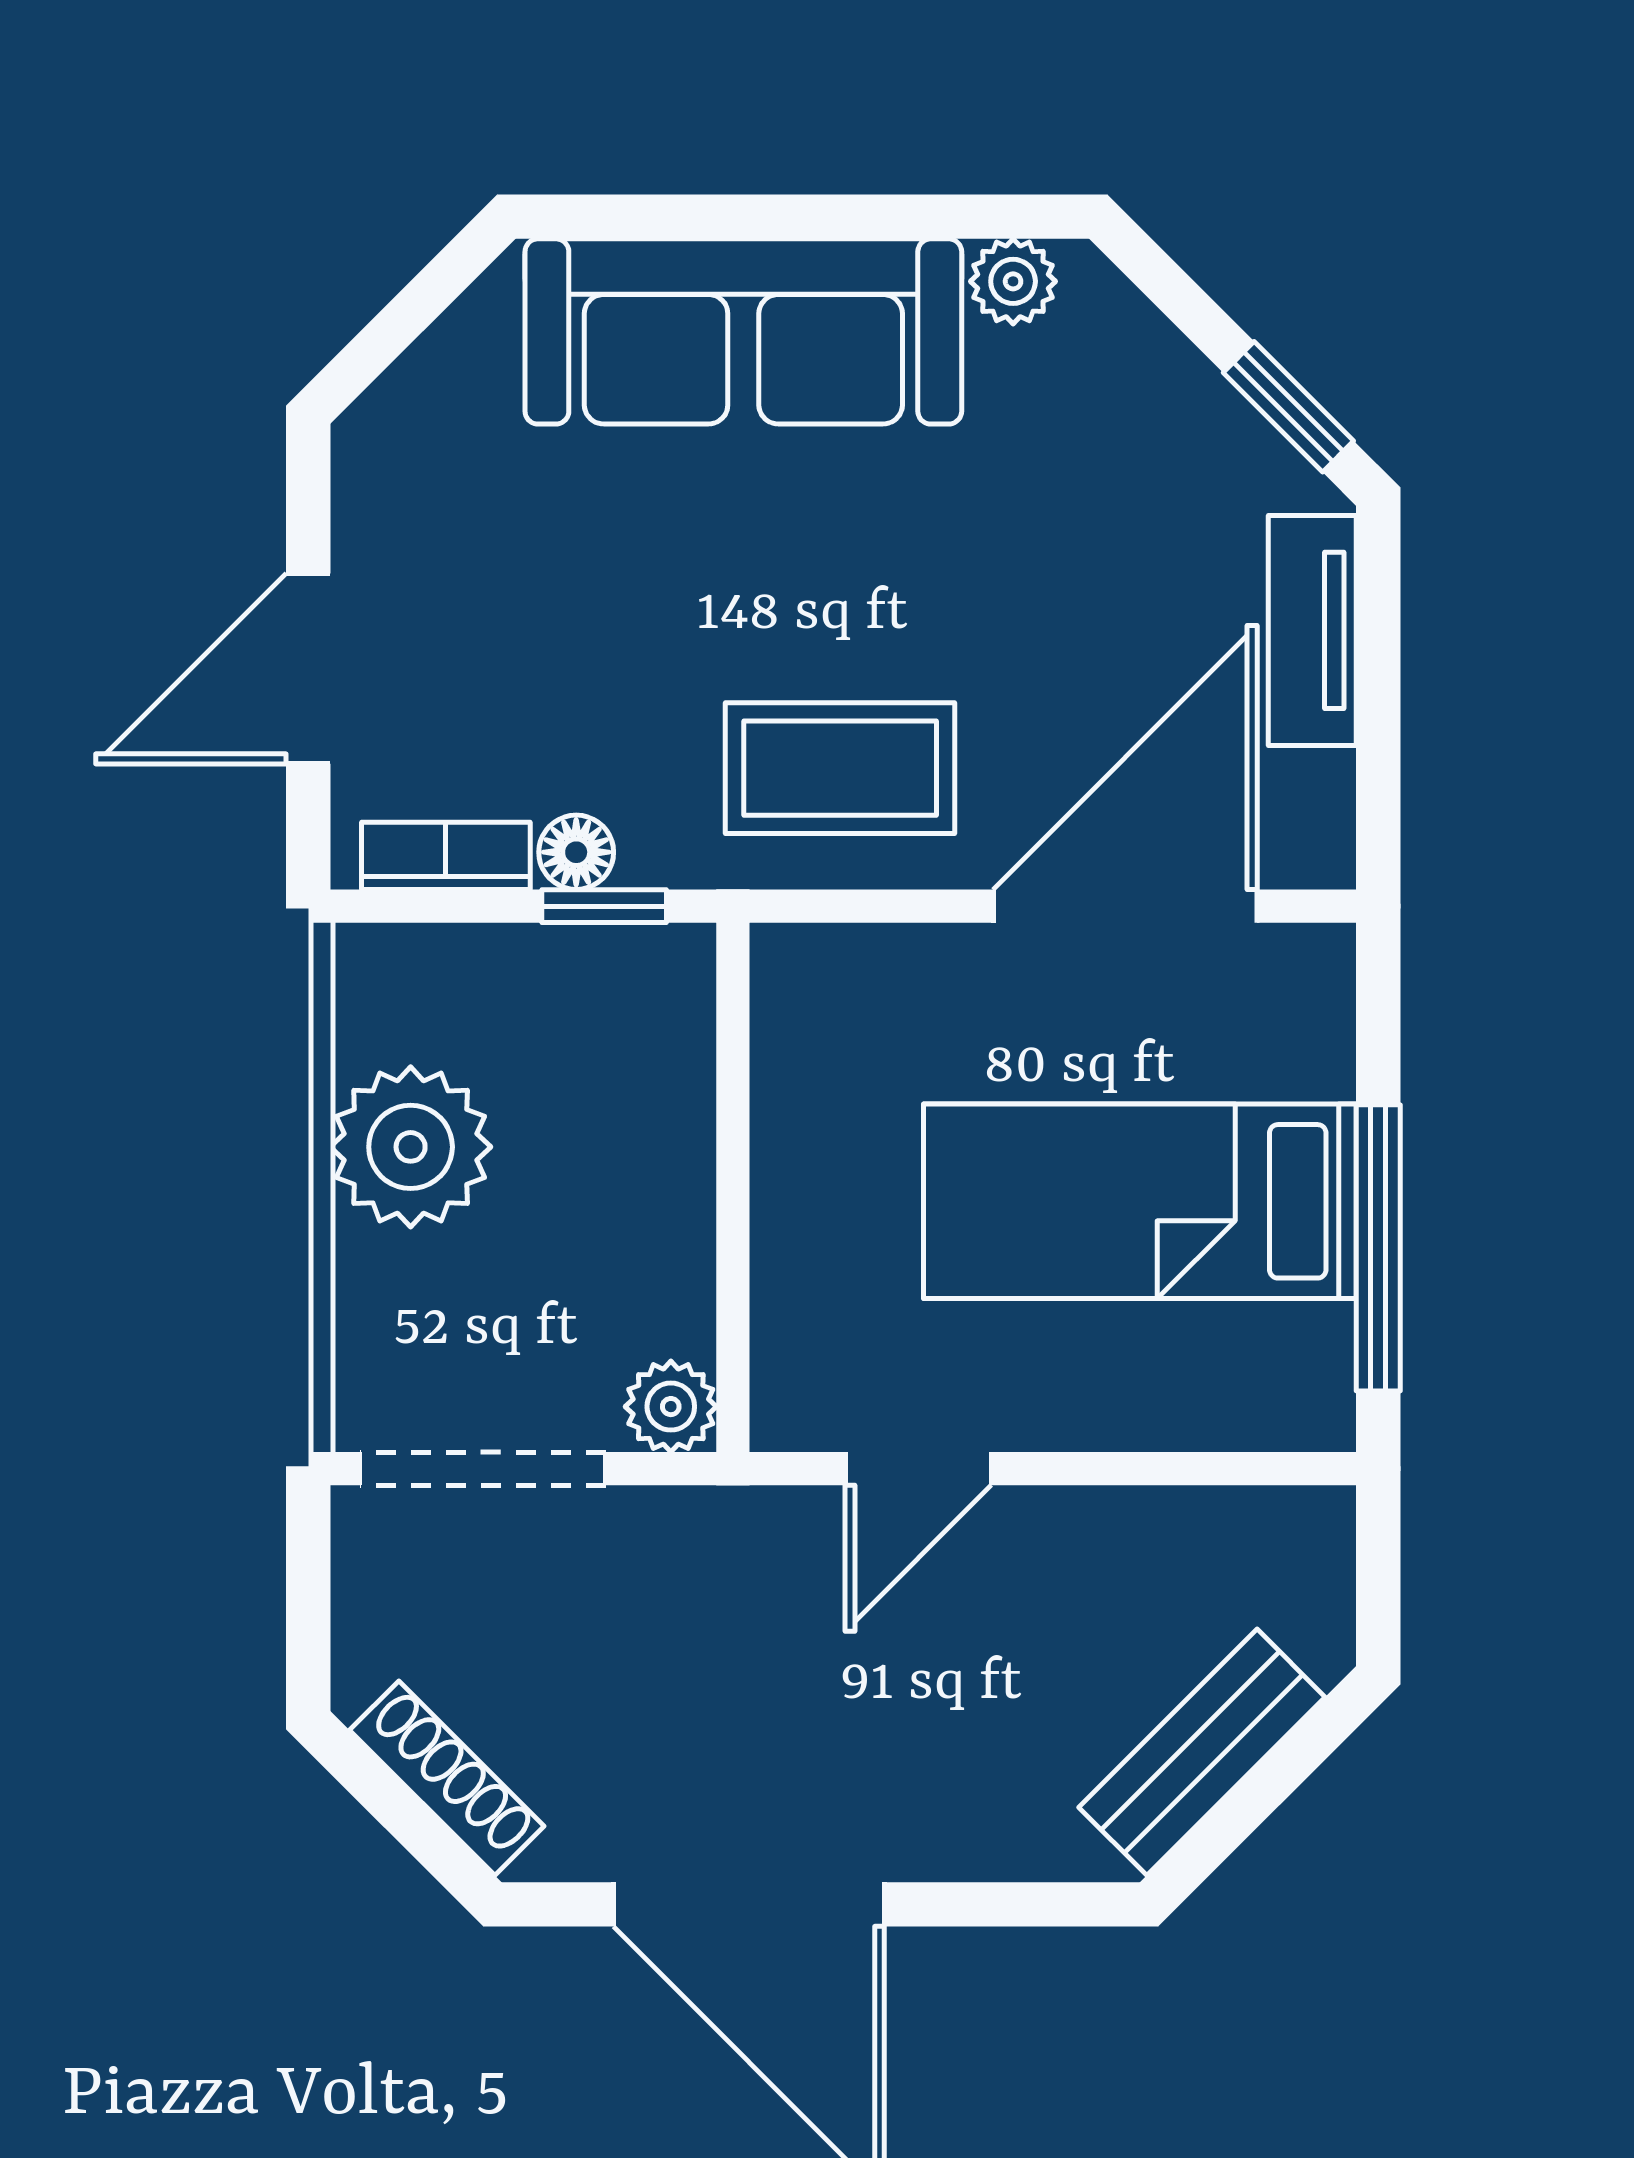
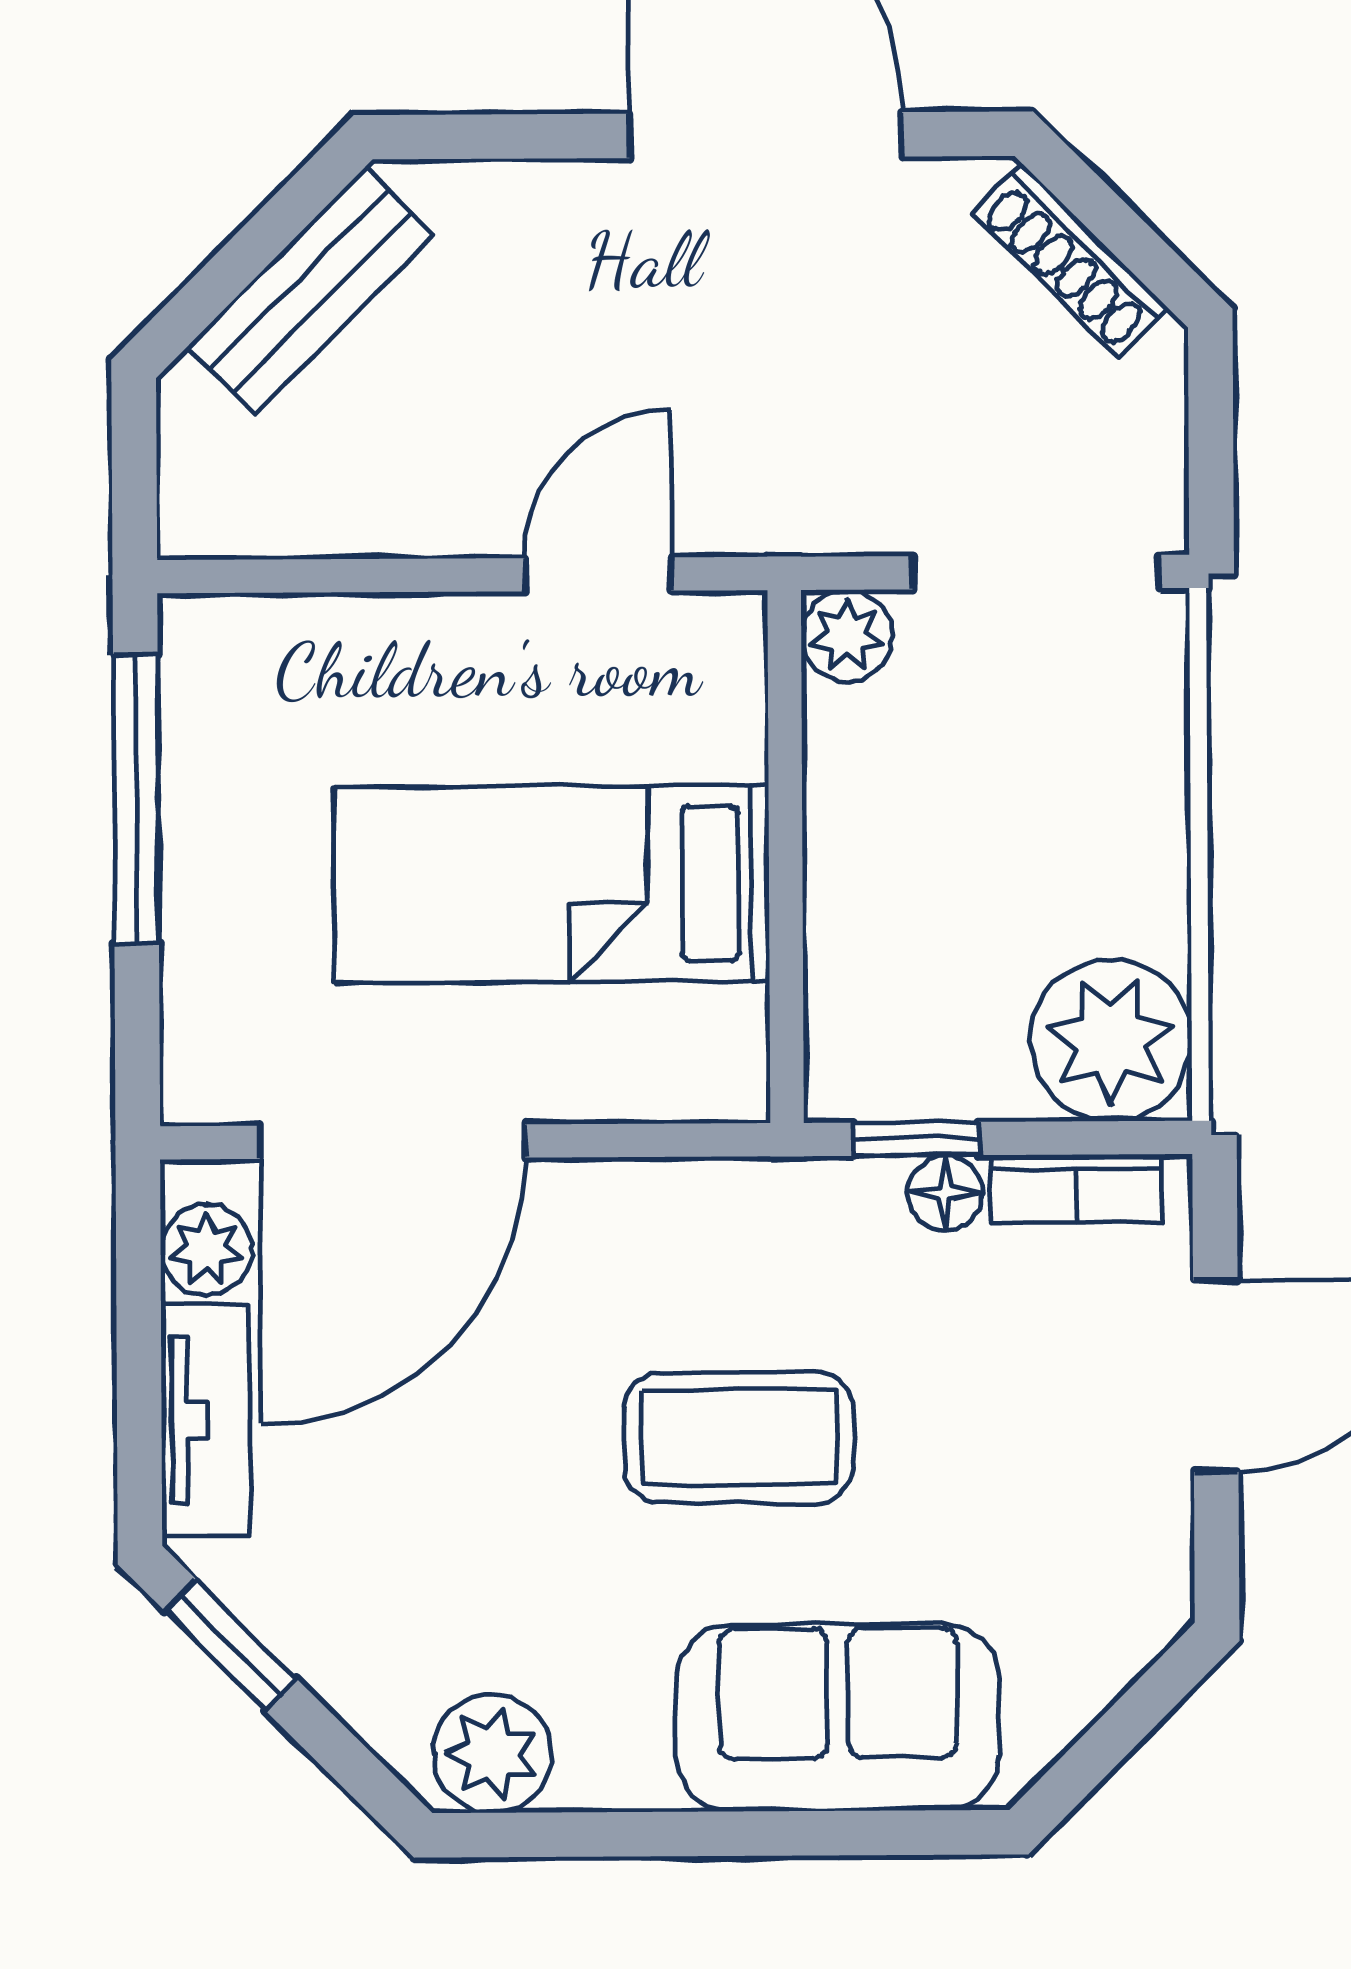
plant: (1013, 281) -> (492, 1754), width x1.38, depth x1.38
sofa: (743, 331) -> (838, 1718), width x0.73
coffee table: (840, 768) -> (739, 1437), moved
plant: (1311, 800) -> (206, 1250), added
plant: (411, 1147) -> (1111, 1040), moved
bed: (1140, 1201) -> (552, 884), moved, turned 180

